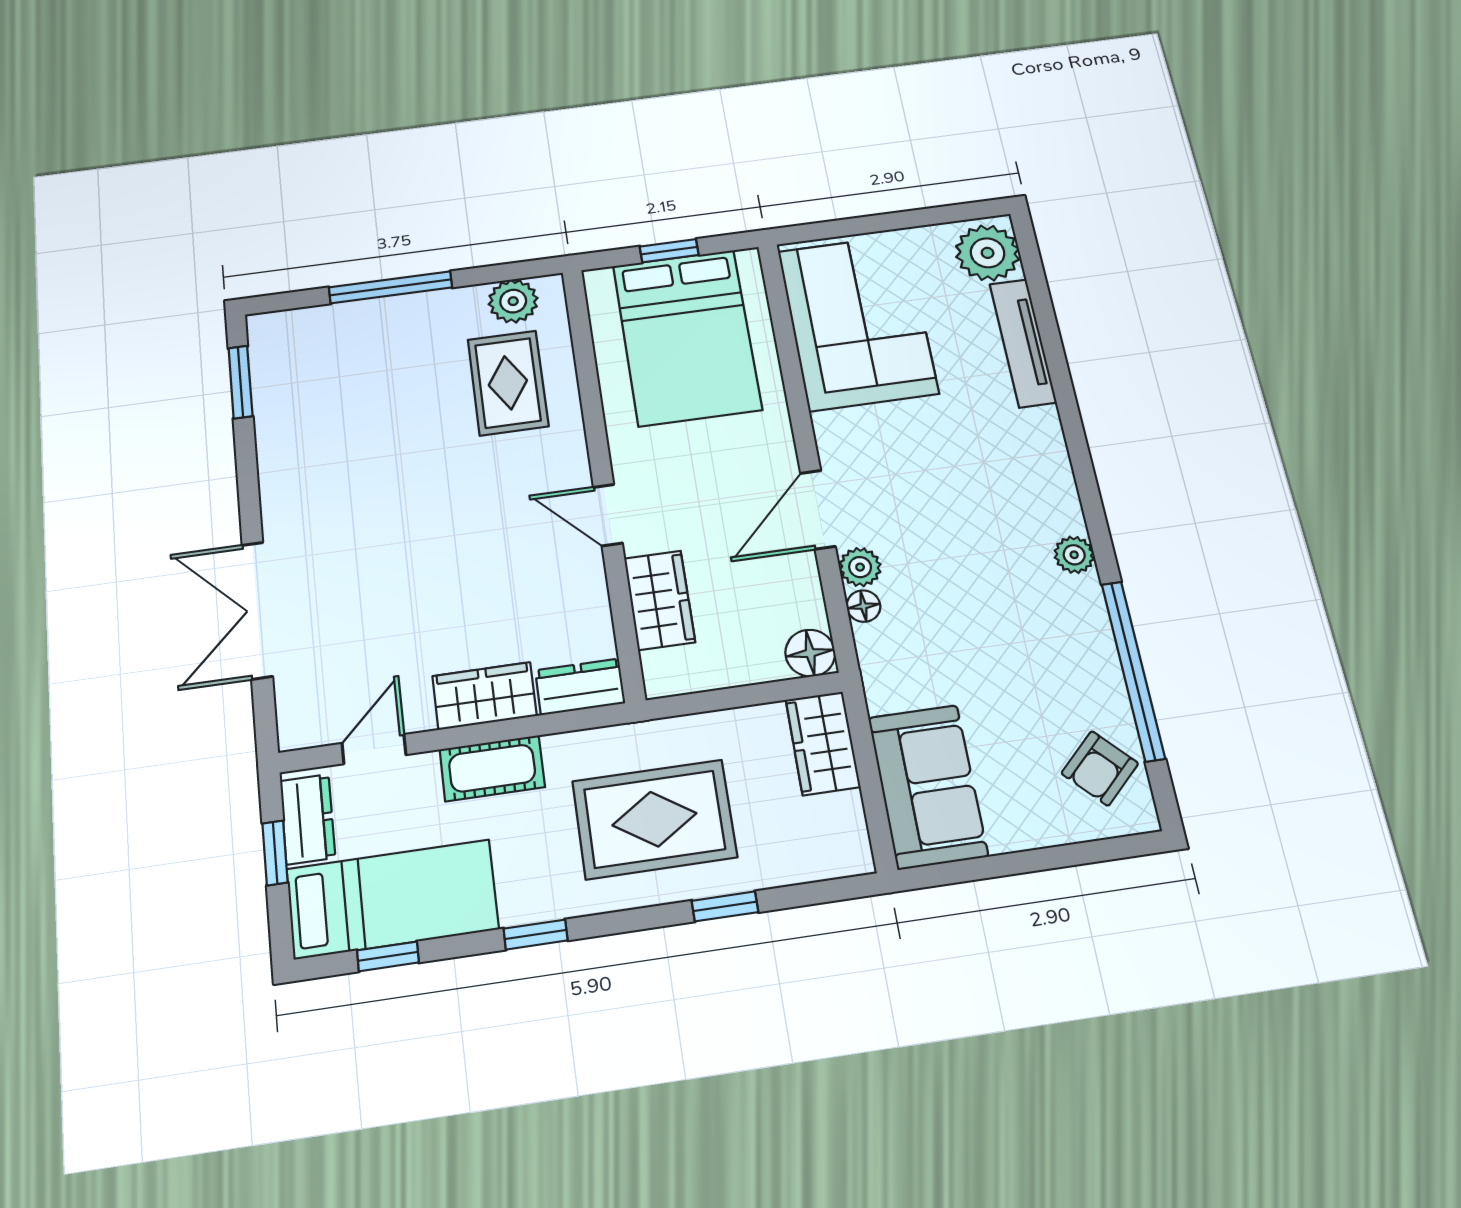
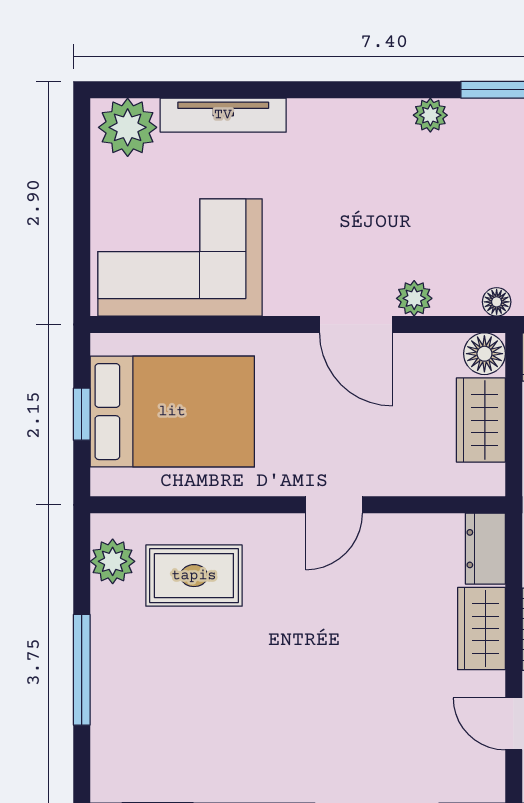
wardrobe: (660, 600) -> (481, 420), moved, turned -90
floor lamp: (863, 606) -> (497, 302), moved

